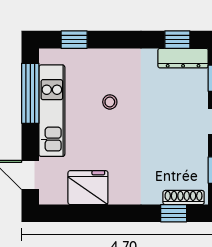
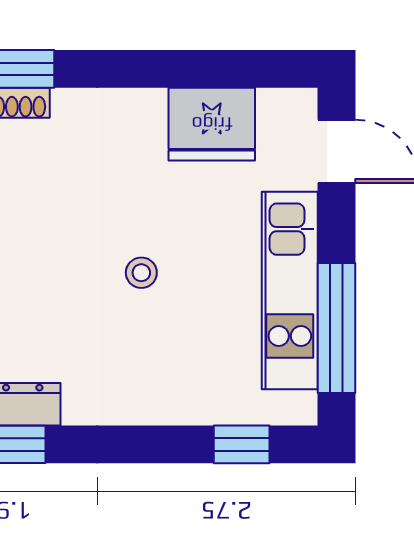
stool: (110, 102) -> (141, 273), moved

